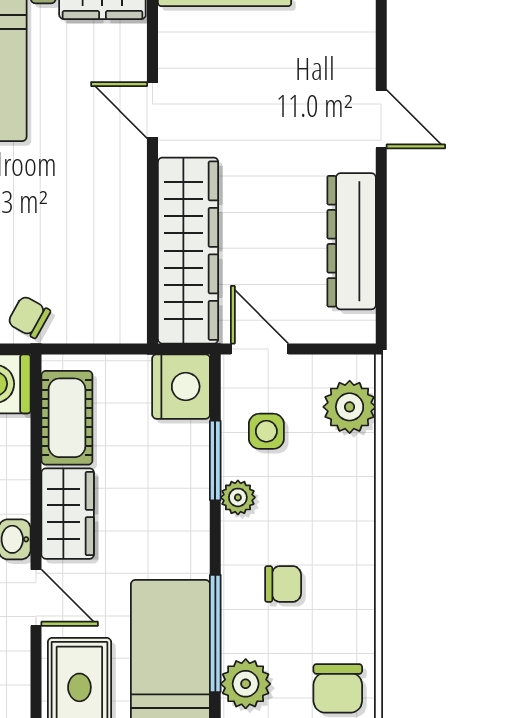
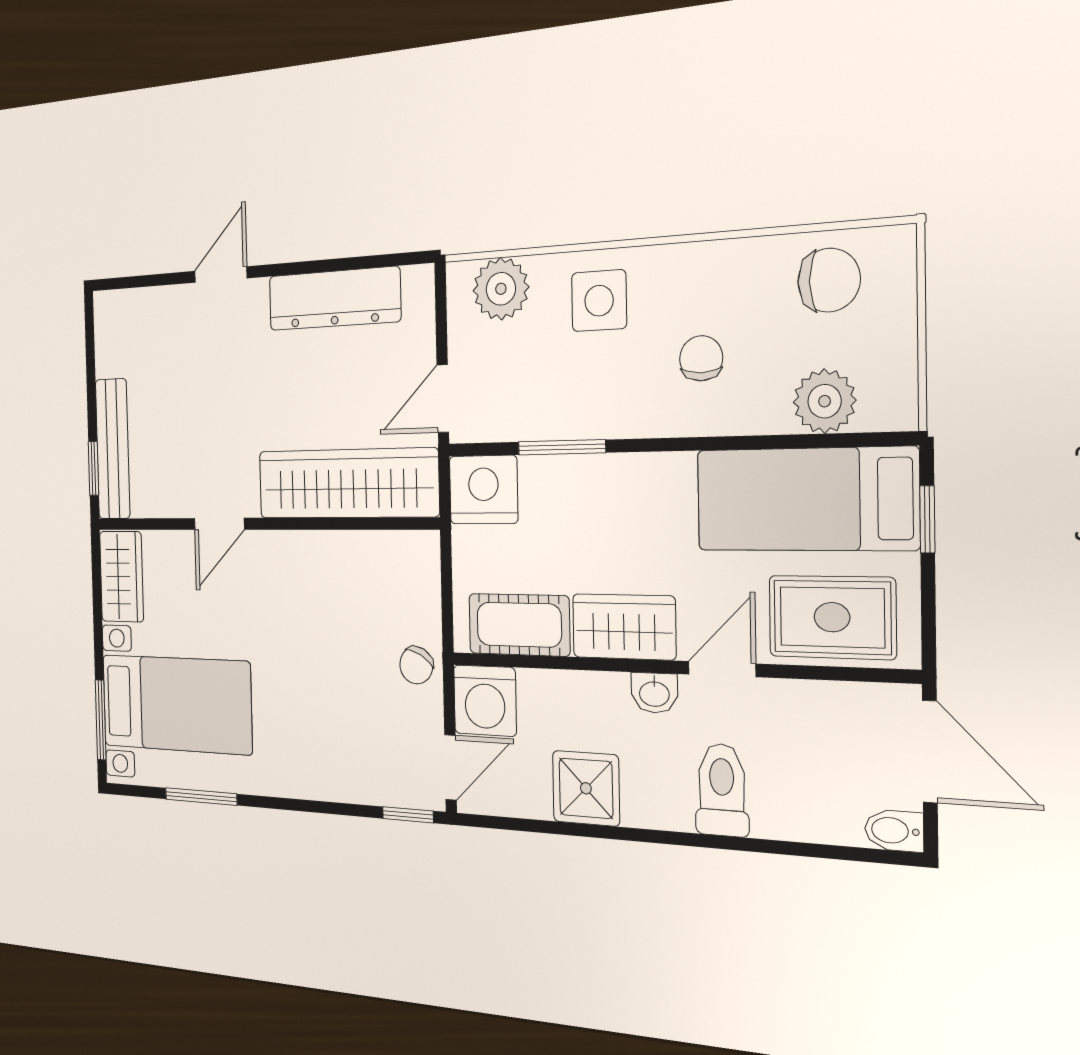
side table: (266, 431) -> (599, 301), moved, width x1.37, depth x1.37
plant: (238, 497) -> (602, 419), removed
window: (215, 633) -> (762, 442), removed

